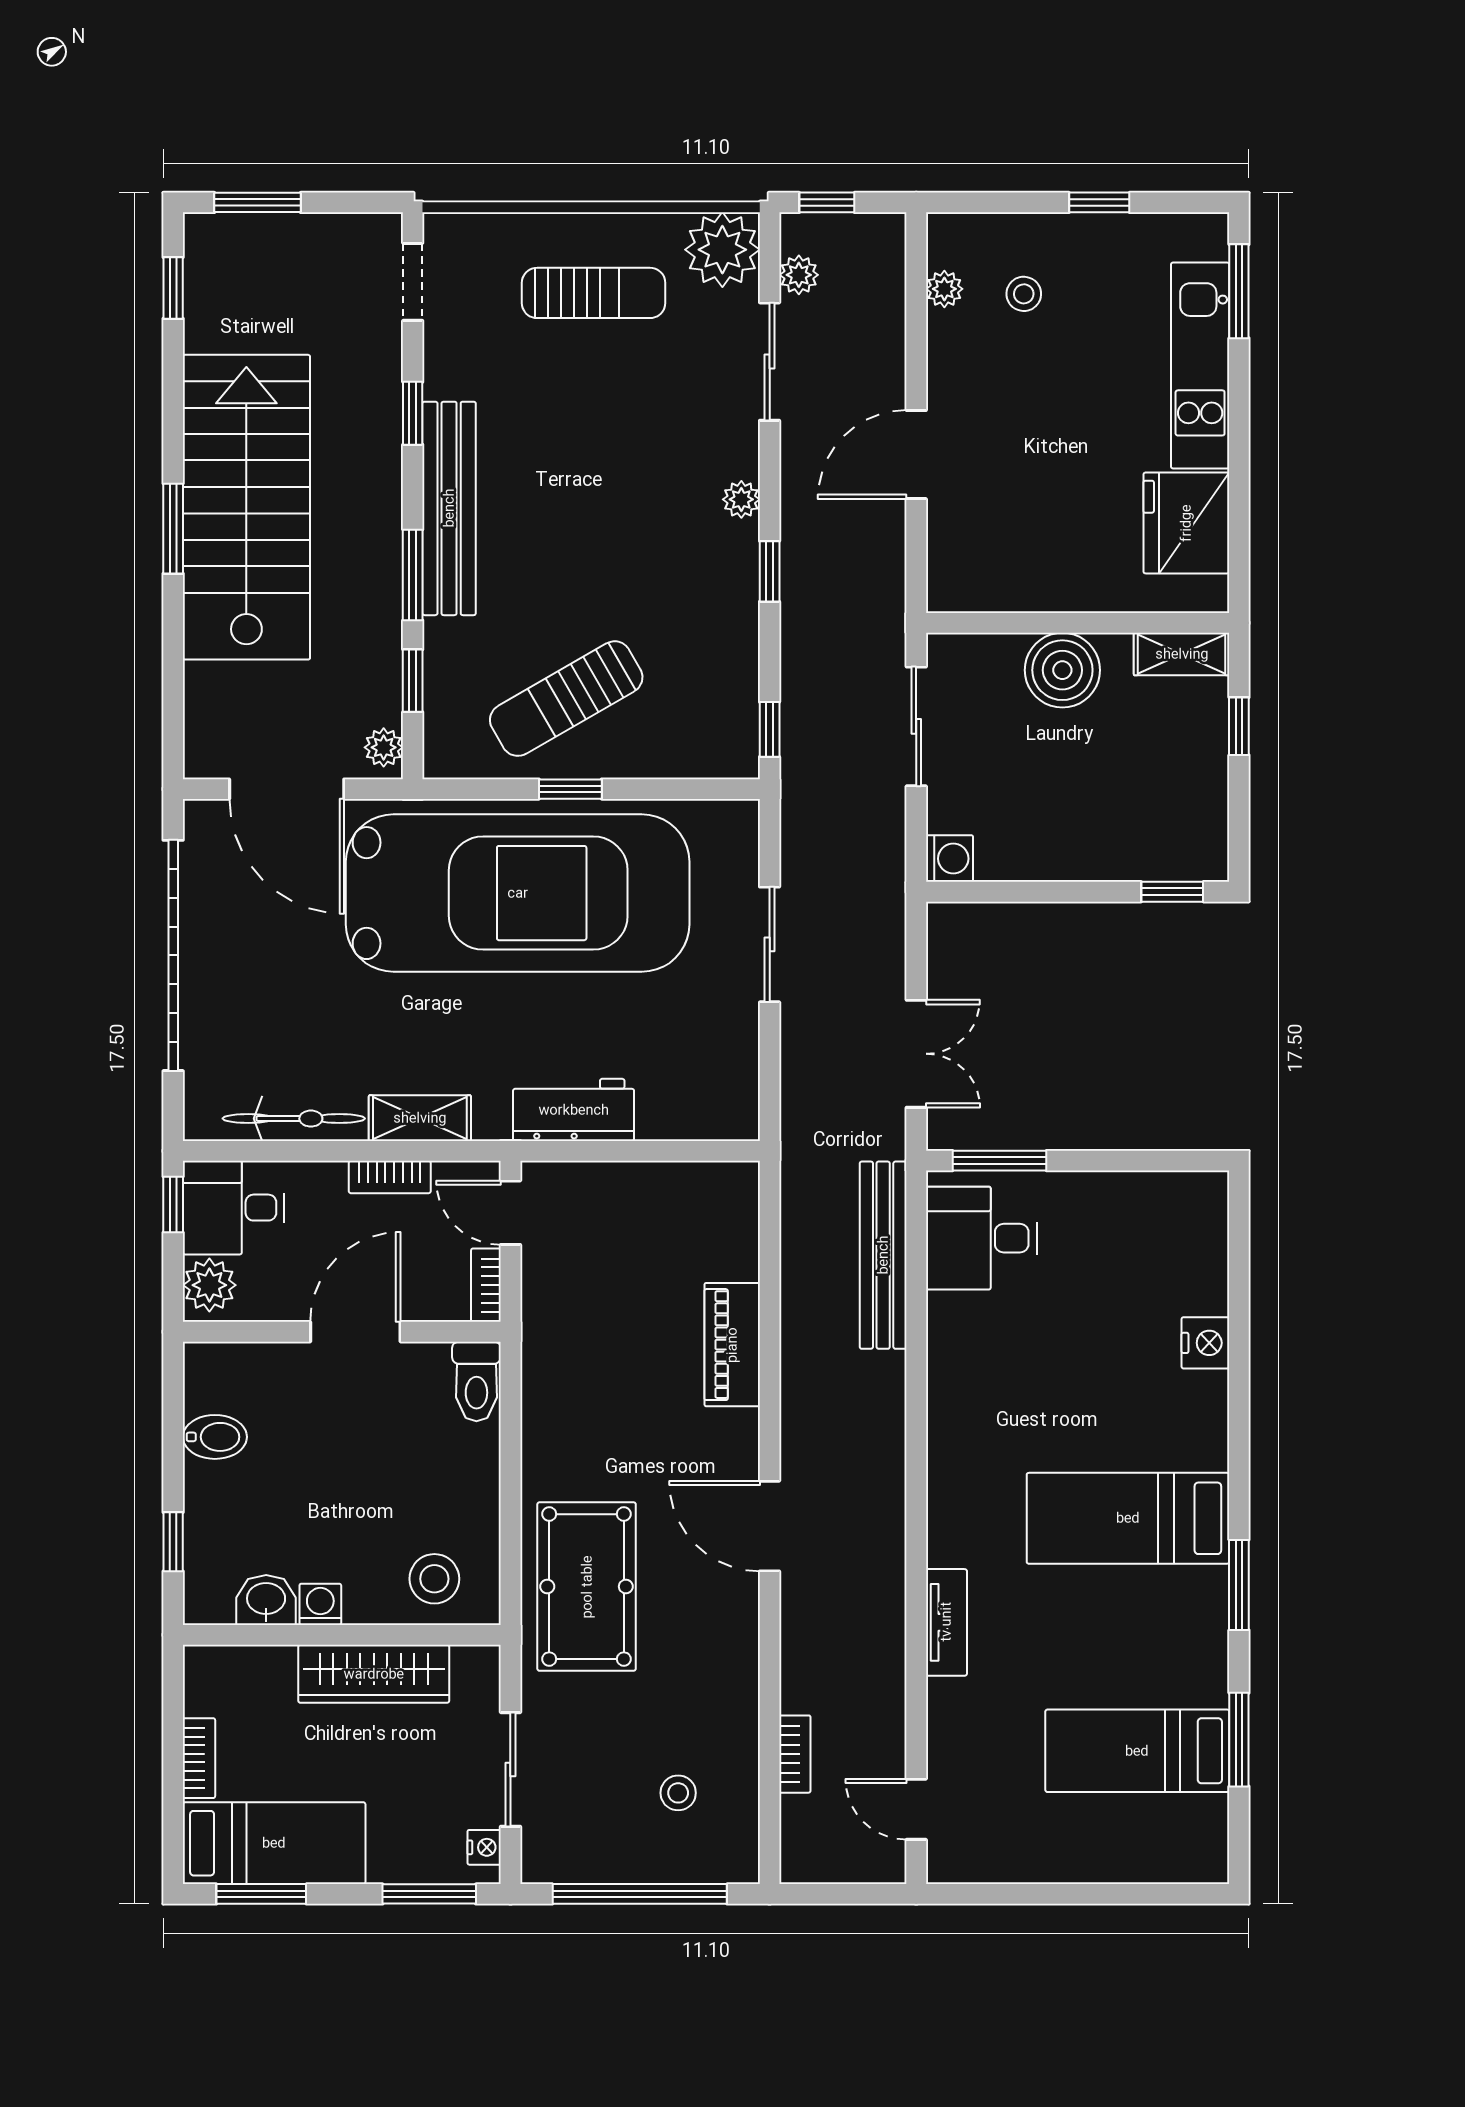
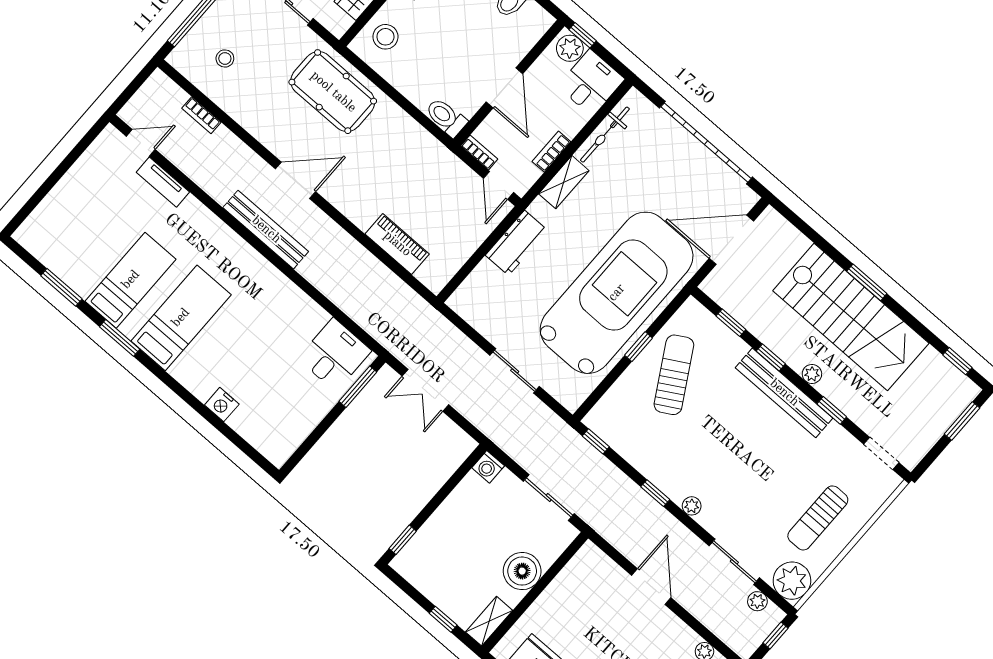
window: (413, 575) -> (771, 357), width x0.67
plant: (384, 747) -> (812, 374), moved
car: (518, 893) -> (617, 293), turned 180
window: (173, 1204) -> (583, 35), moved
door: (510, 1213) -> (498, 185), swing flipped
bench: (883, 1255) -> (266, 230), moved
piano: (732, 1345) -> (397, 244), moved
tv unit: (946, 1622) -> (163, 182), moved
bed: (1137, 1751) -> (131, 280), moved

